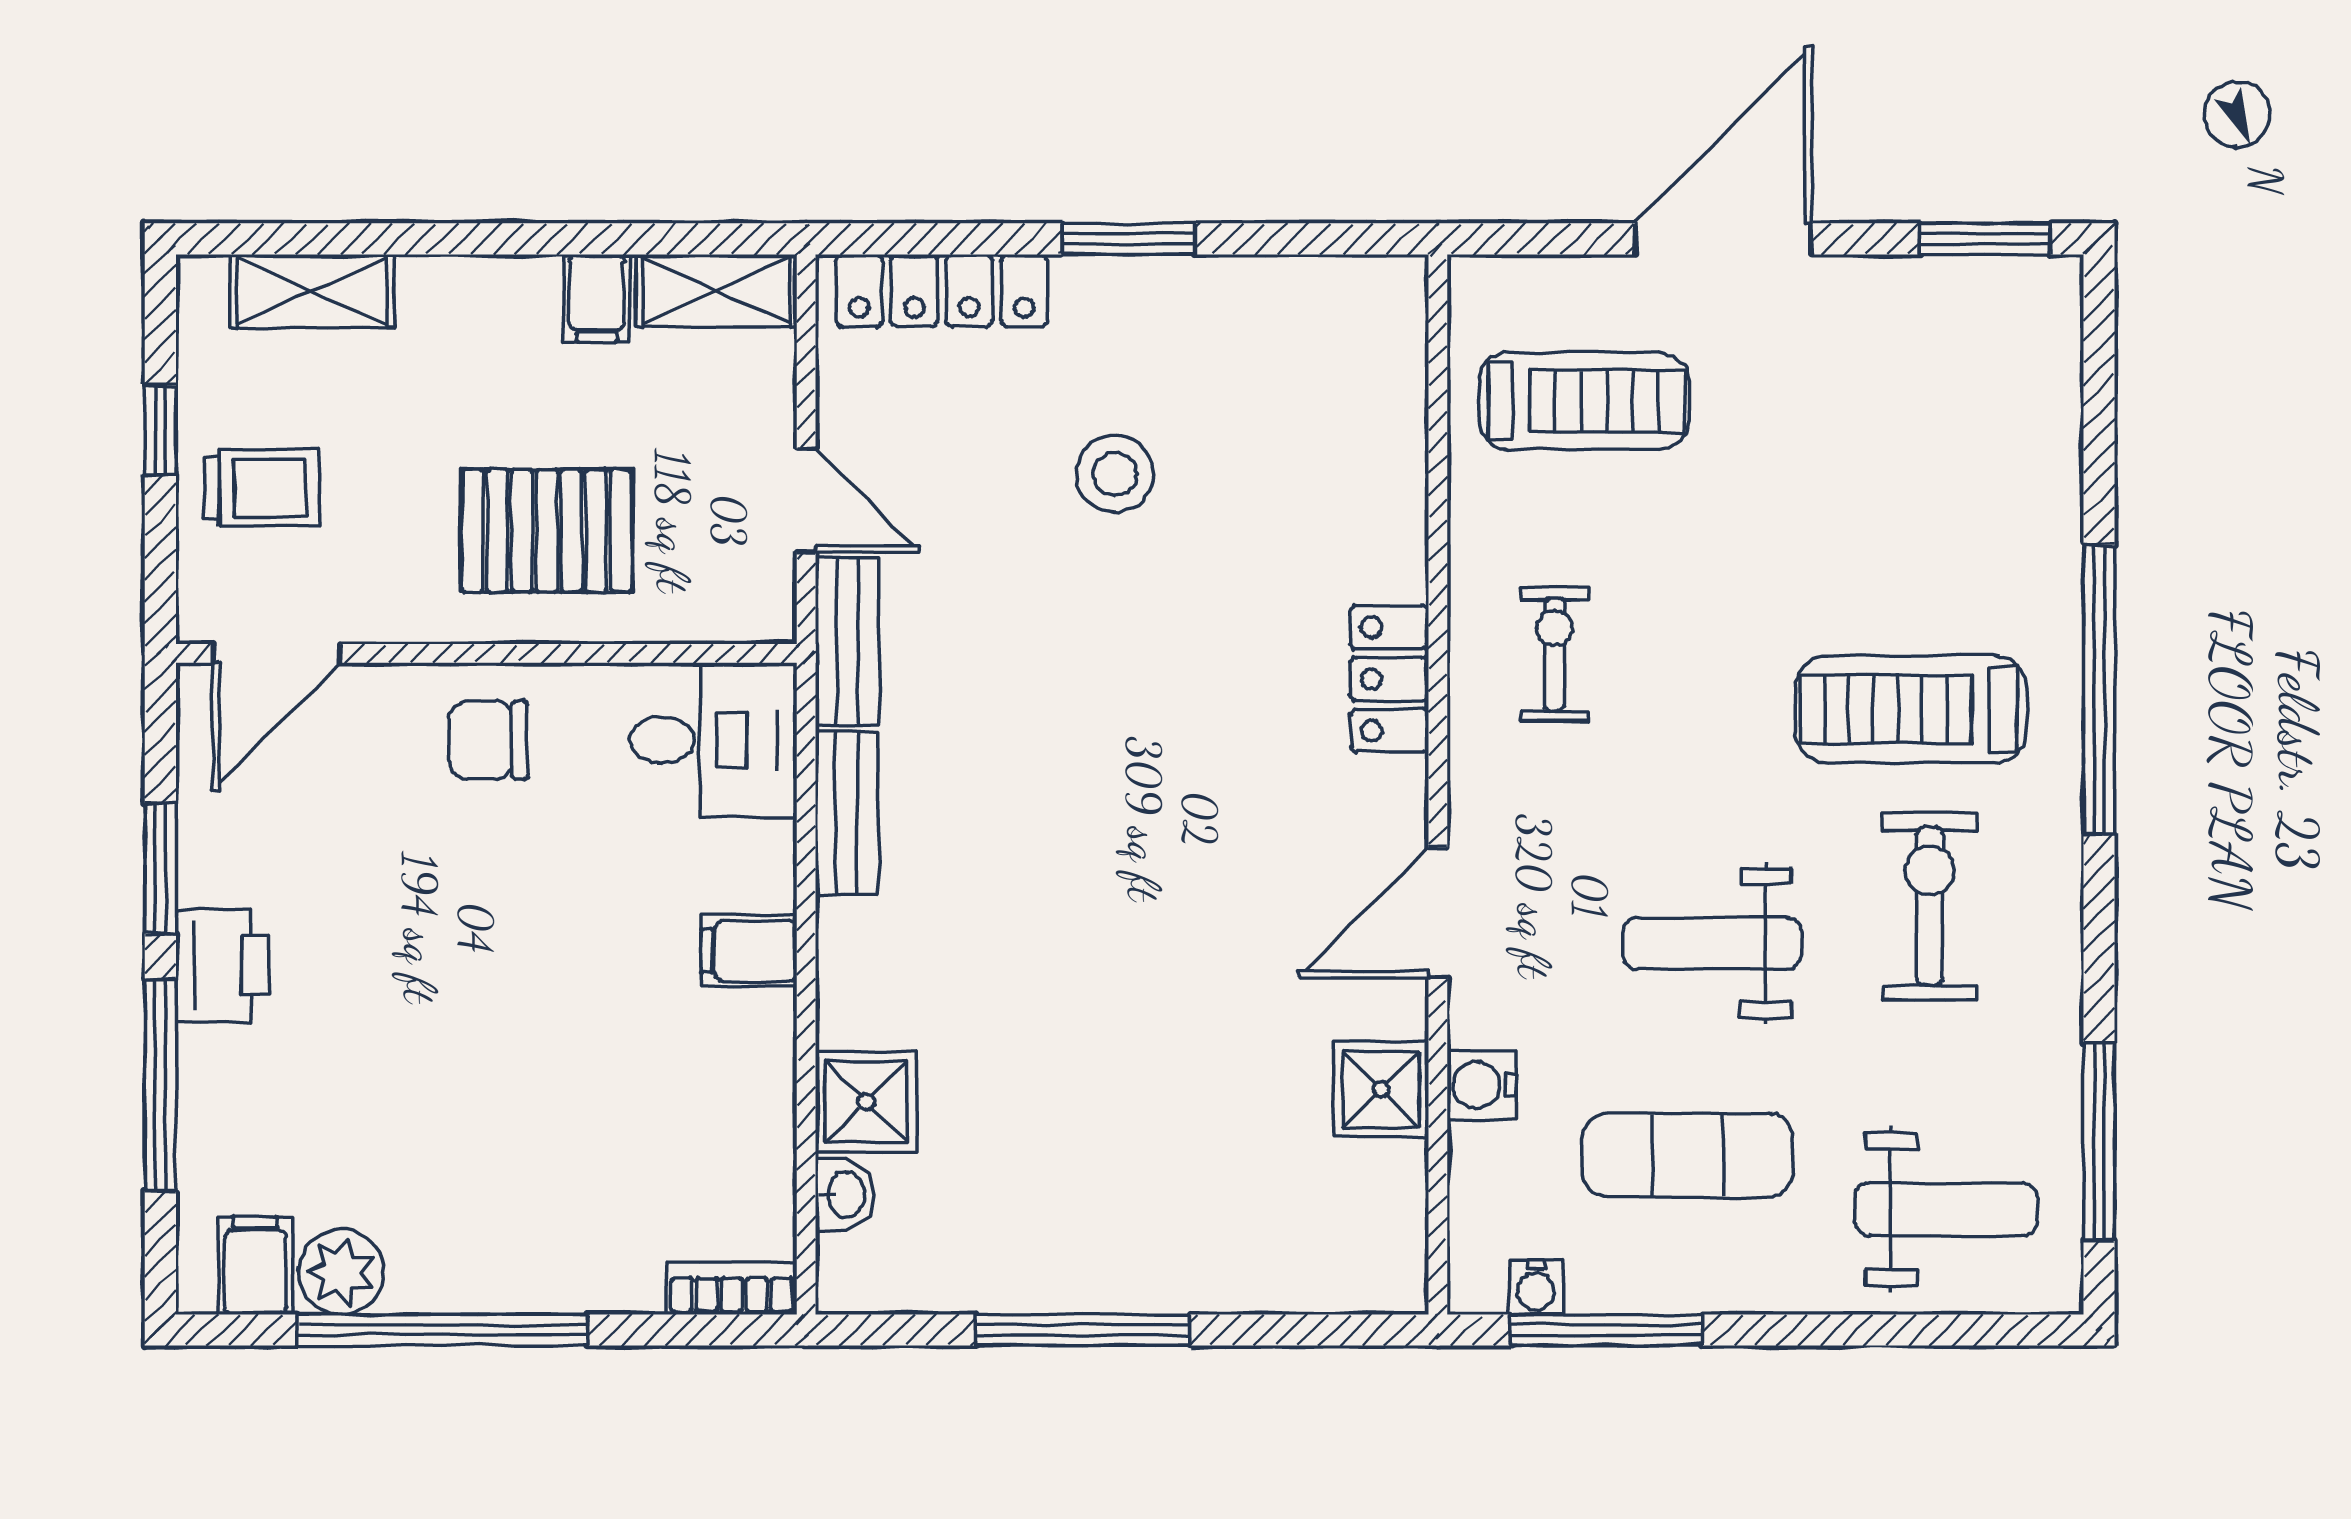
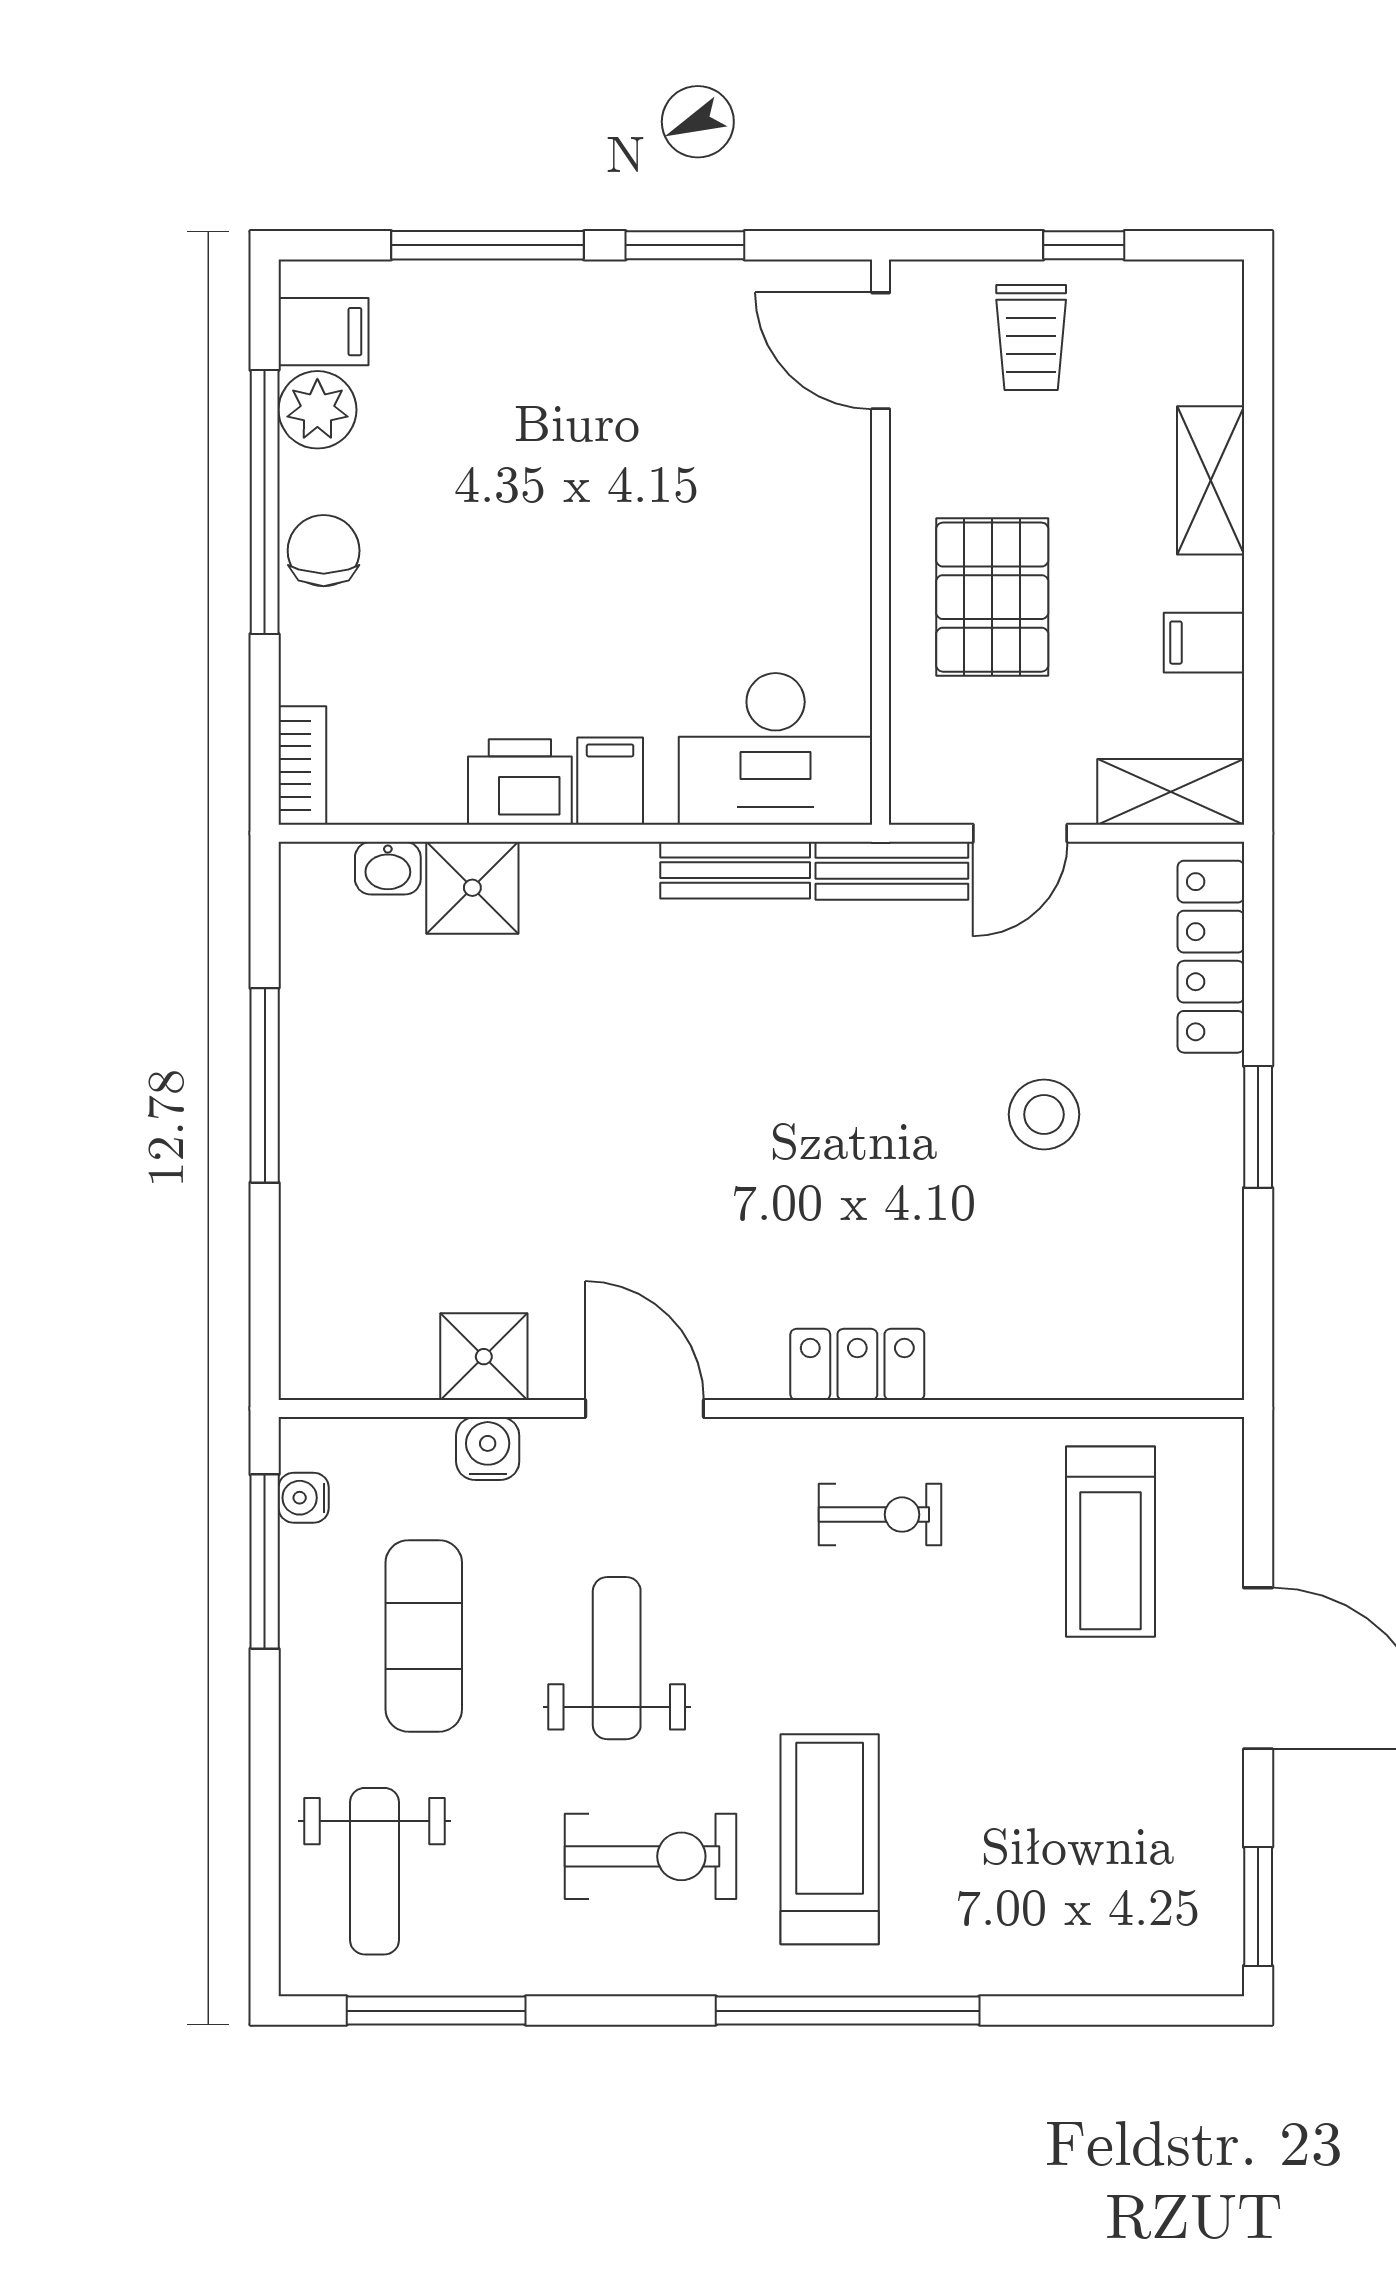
shelving: (312, 291) -> (1211, 480), moved
shelving: (716, 291) -> (1171, 792), moved, turned 90
chair: (488, 740) -> (324, 551), moved
desk: (713, 740) -> (776, 749), width x1.37
printer: (223, 965) -> (520, 782), moved, turned 180

